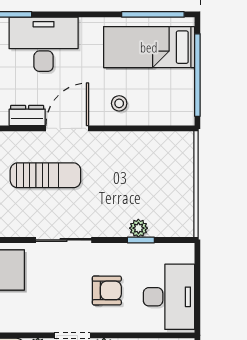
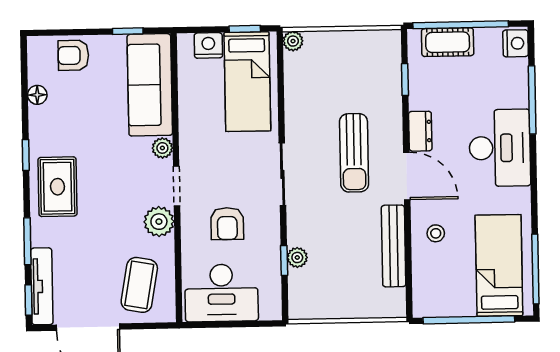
bench: (130, 141) -> (394, 246), added

